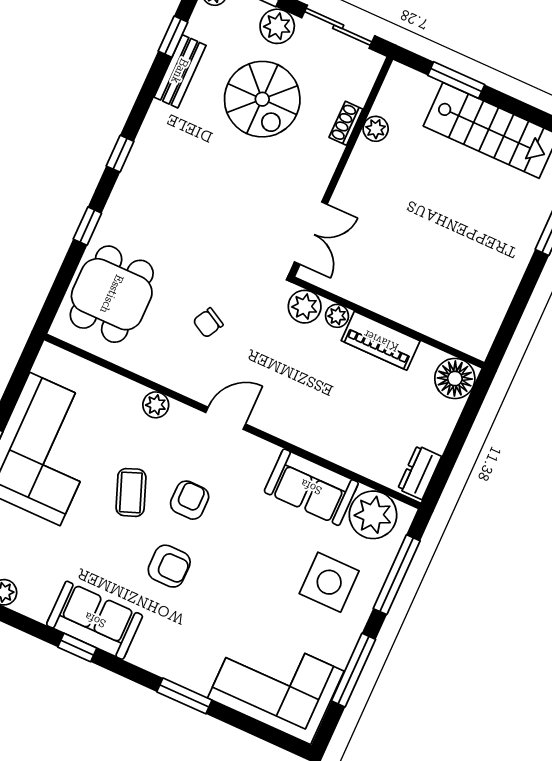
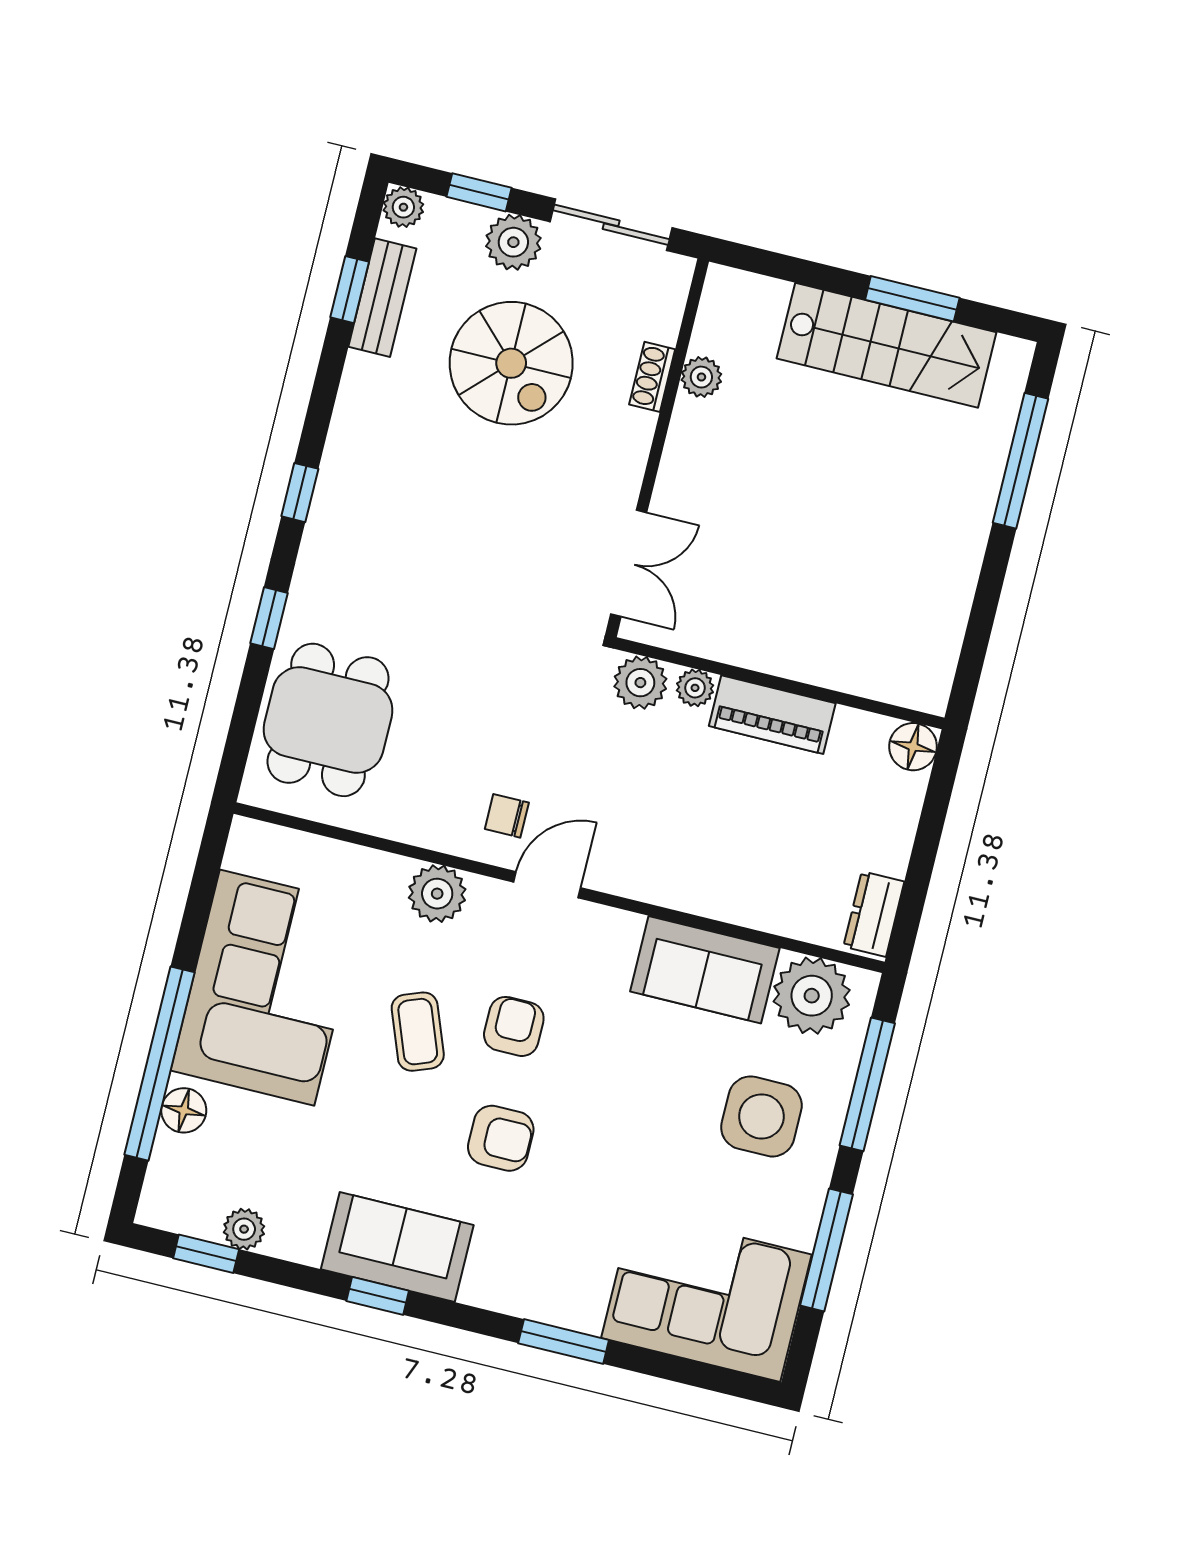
bench: (180, 71) -> (382, 298), moved
window: (456, 80) -> (912, 299), moved
chair: (208, 323) -> (507, 816), moved, turned 61
floor lamp: (455, 379) -> (913, 747), width x0.73, depth x0.73
plant: (156, 405) -> (437, 894), width x1.38, depth x1.38

